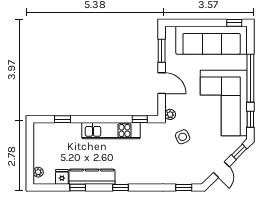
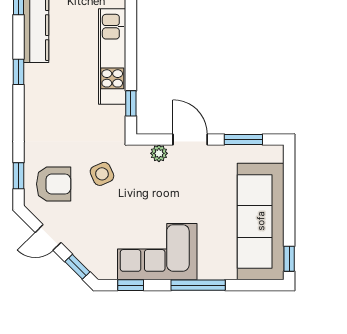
window: (250, 78) -> (198, 285), width x0.68
door: (162, 83) -> (190, 139), swing flipped
corner sofa: (224, 103) -> (157, 252), width x0.73, depth x0.74
plant: (170, 114) -> (159, 153), moved
armchair: (189, 166) -> (54, 184), added

